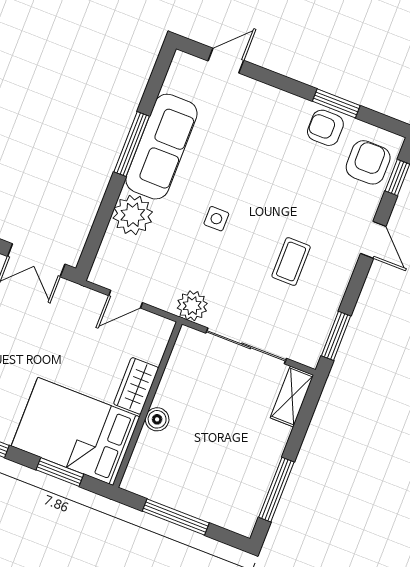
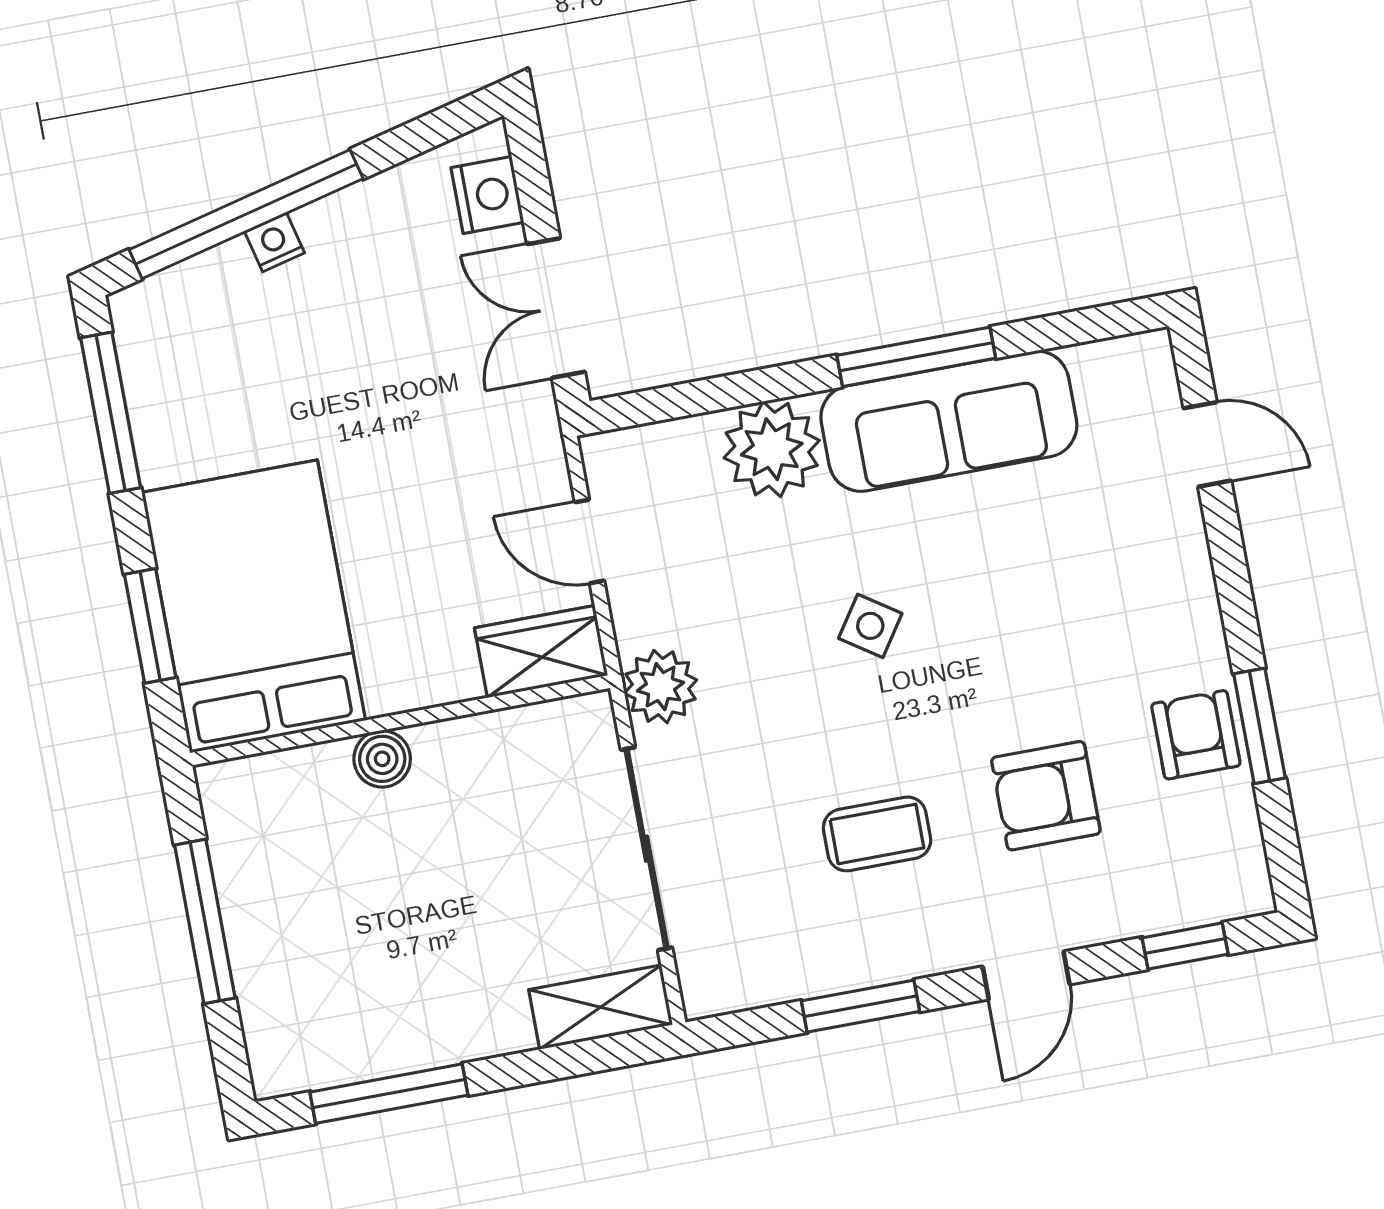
armchair: (368, 162) -> (1046, 796), moved, turned 180
side table: (216, 219) -> (870, 626), turned 34
window: (336, 336) -> (860, 1006), moved
wardrobe: (136, 386) -> (541, 652), moved

